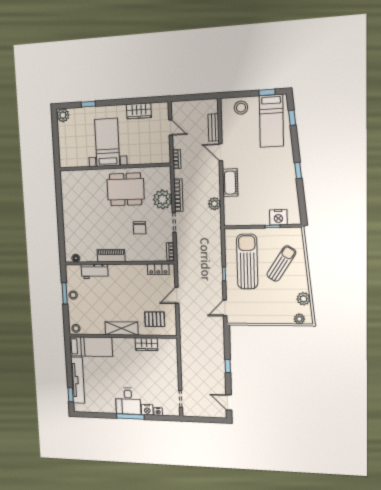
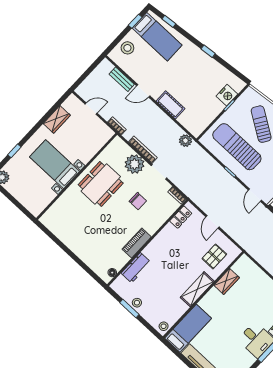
plant: (214, 204) -> (185, 141), moved

